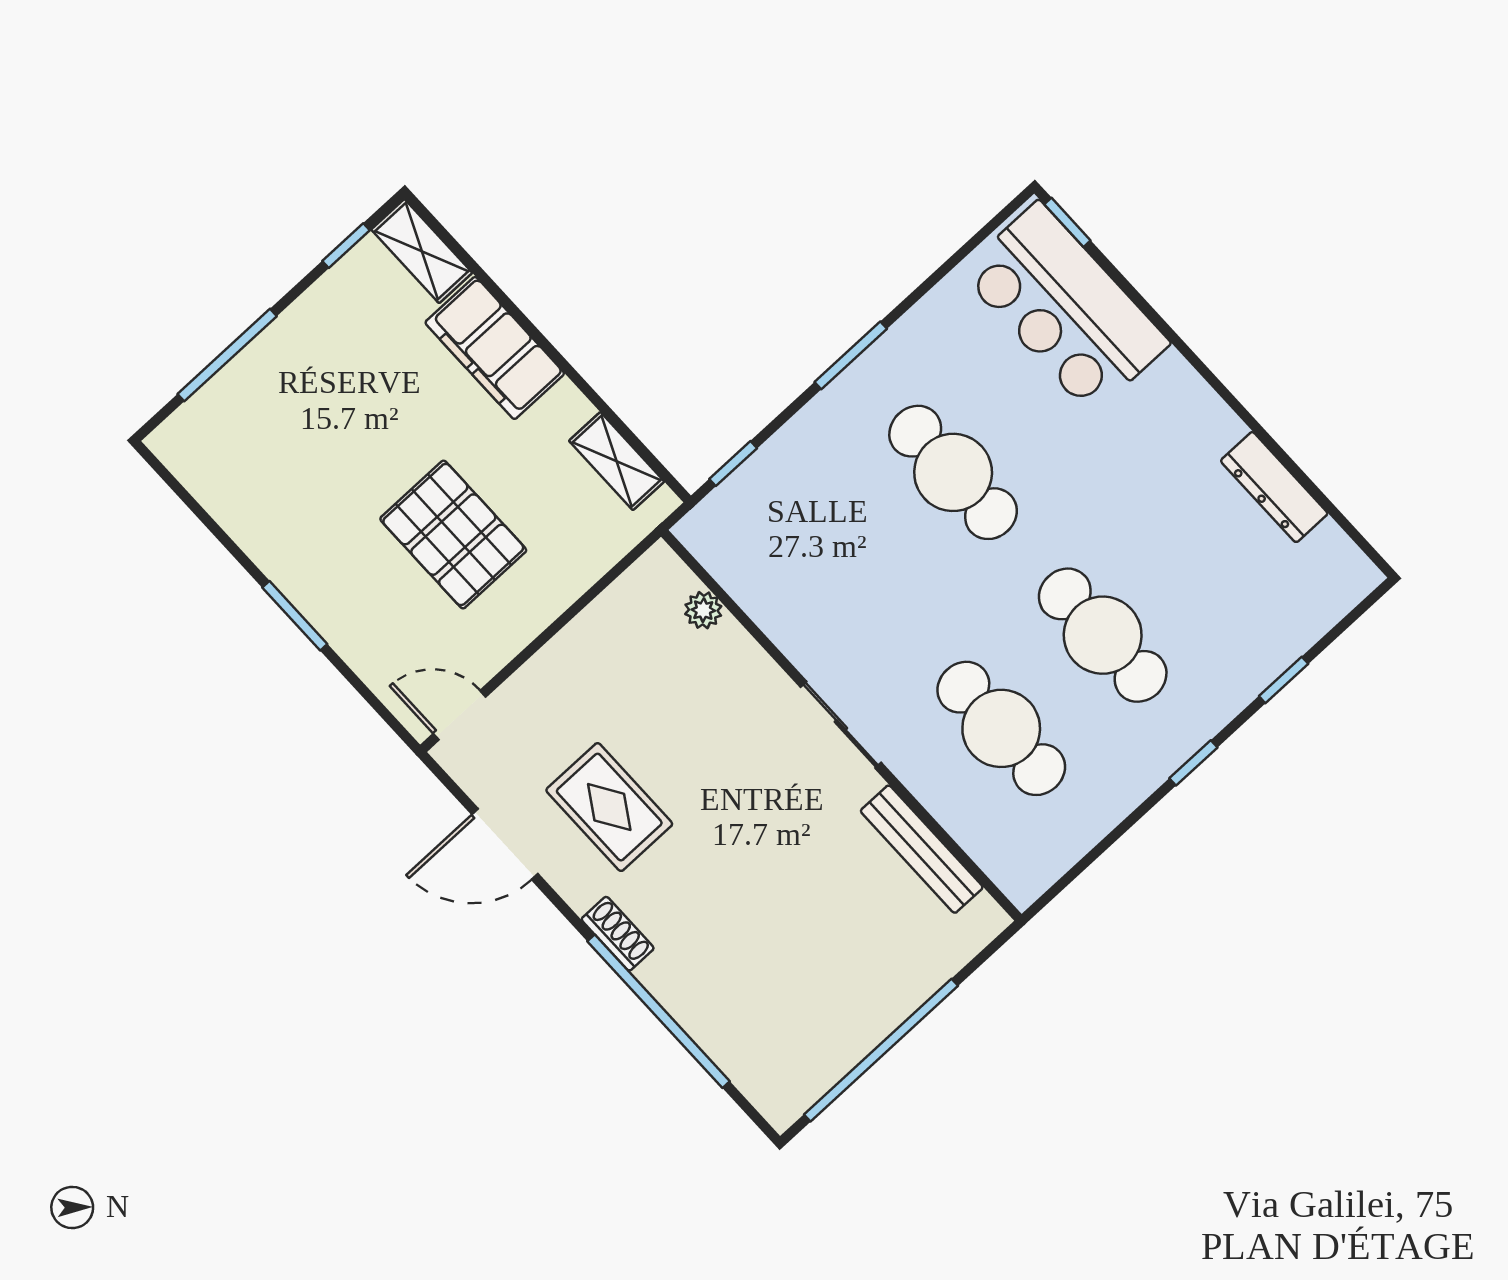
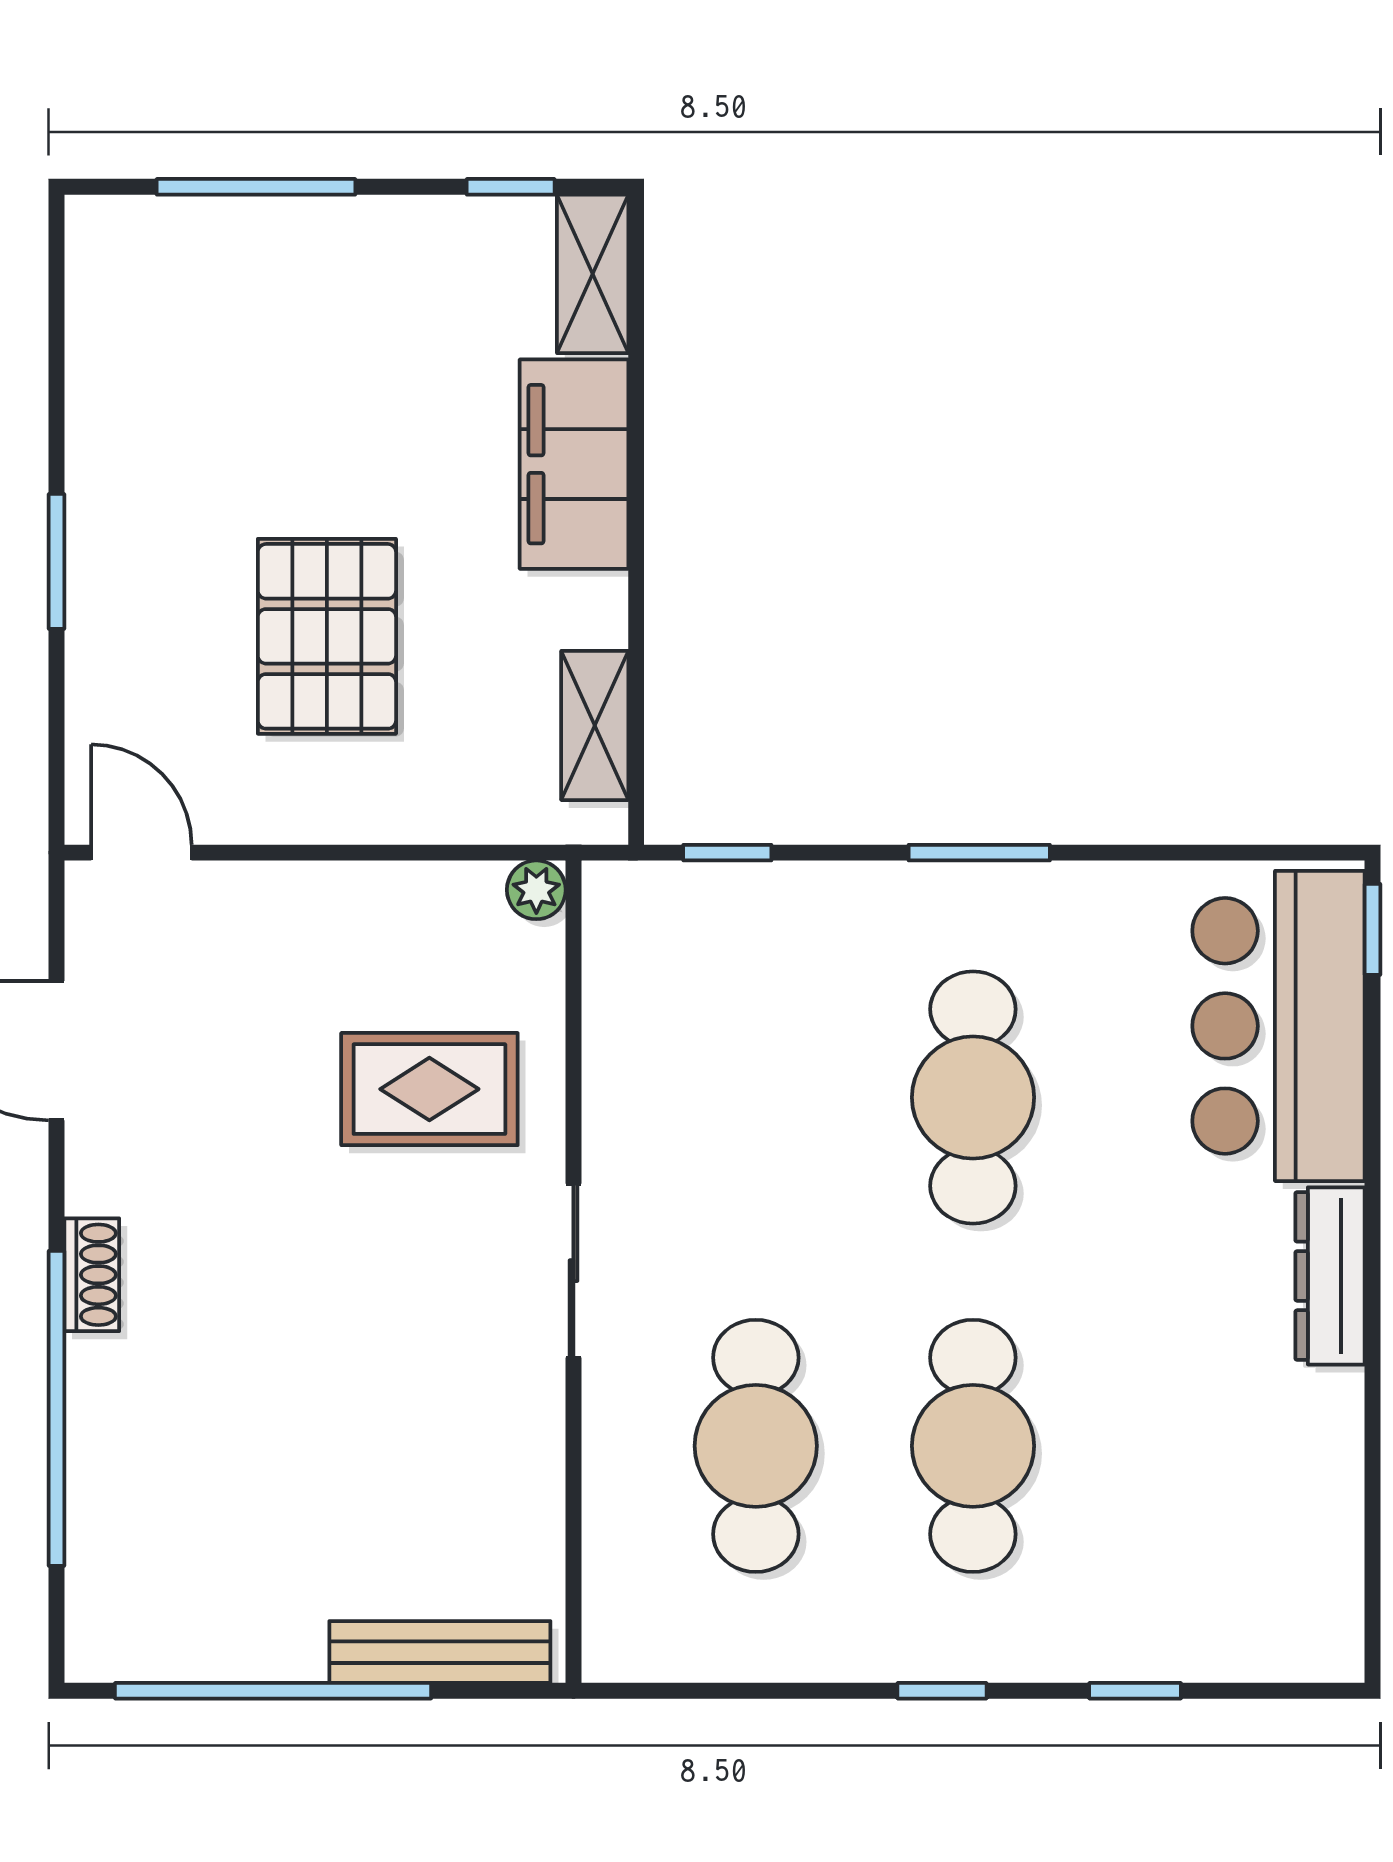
dresser: (1274, 487) -> (1330, 1276), moved
plant: (703, 610) -> (536, 890), moved
rug: (609, 807) -> (429, 1089), moved, turned 90
bench: (922, 849) -> (440, 1652), moved, turned 90

